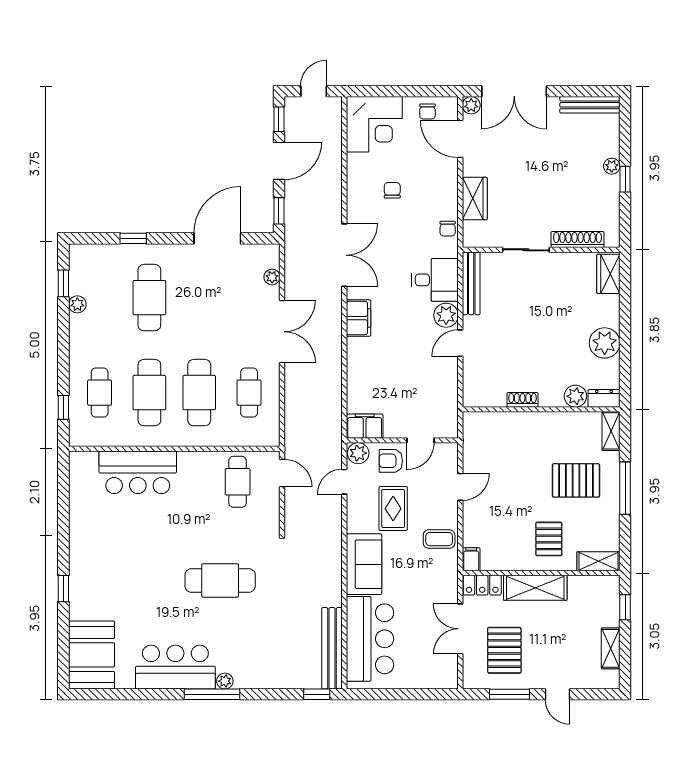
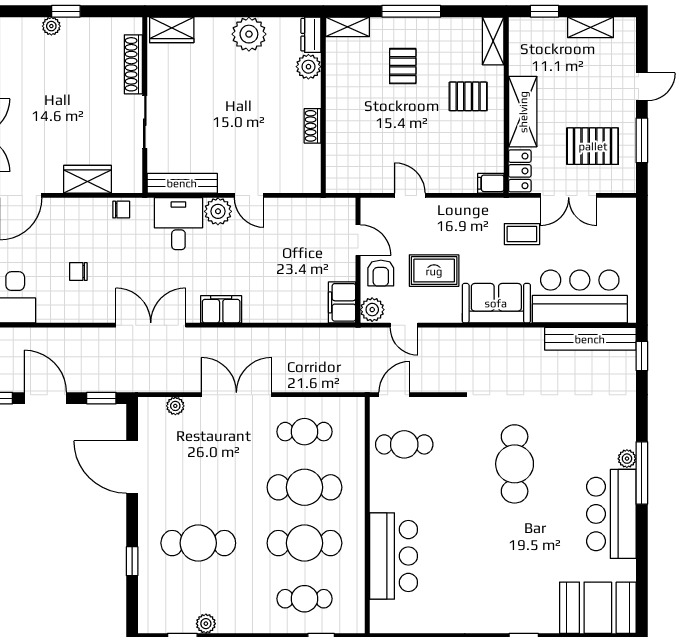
pallet: (576, 480) -> (403, 66), width x0.67, depth x0.71
coffee table: (439, 539) -> (522, 234), moved, turned 90

